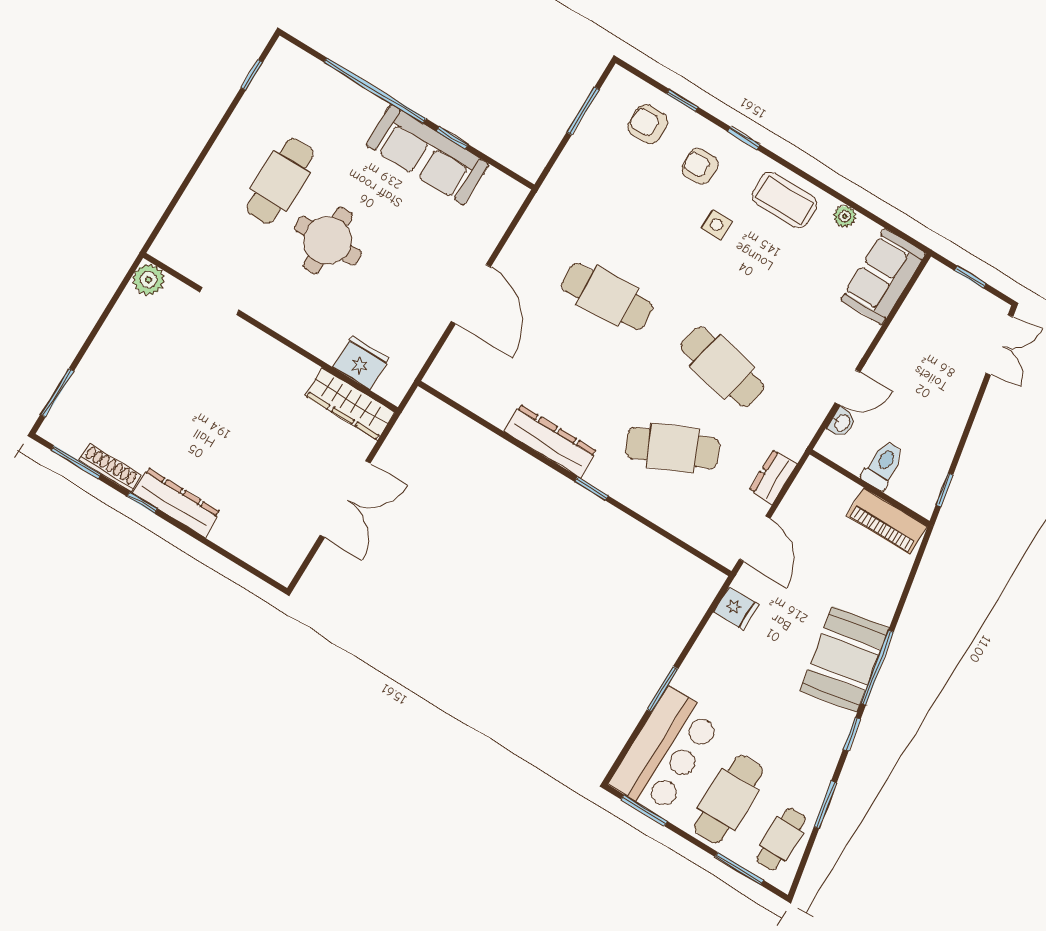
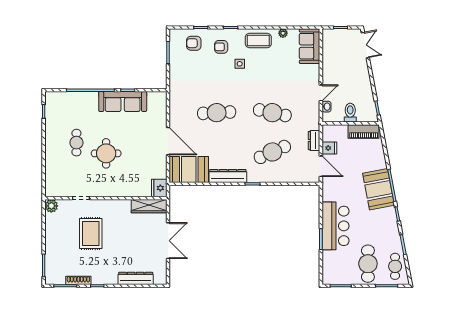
cafe table: (280, 181) -> (76, 143), width x0.73, depth x0.74
fridge: (361, 363) -> (159, 188), moved, turned -90
booth: (478, 379) -> (189, 170), added
rug: (195, 386) -> (91, 233), added
dresser: (176, 503) -> (136, 278), moved
fridge: (736, 608) -> (329, 148), moved
bar counter: (666, 752) -> (335, 226), moved

